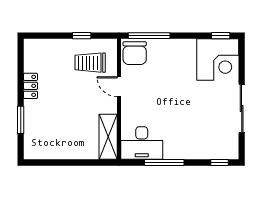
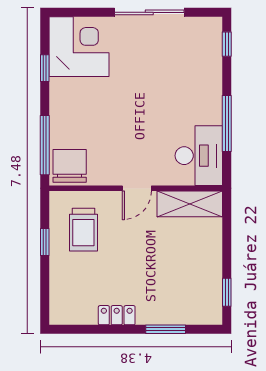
window: (221, 36) -> (45, 68), moved
chair: (135, 53) -> (70, 166), turned -90
door: (119, 87) -> (137, 188), moved
window: (47, 163) -> (227, 292), added

